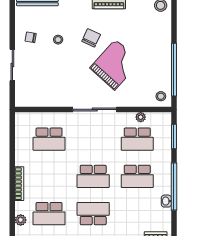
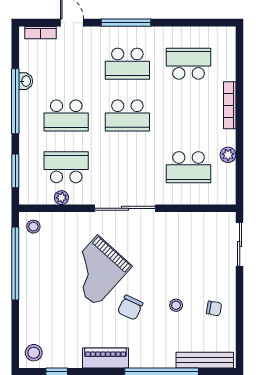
sliding door: (12, 65) -> (240, 244), moved
school desk: (49, 139) -> (189, 167), turned 180
school desk: (93, 176) -> (127, 115), turned 180
school desk: (137, 176) -> (66, 115), turned 180
plant: (21, 220) -> (228, 155), moved

